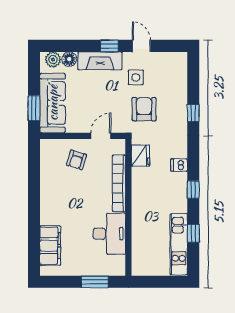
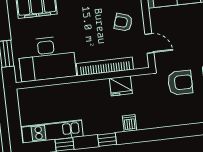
window: (193, 113) -> (182, 131), removed
fridge: (141, 156) -> (121, 86), moved
desk: (109, 234) -> (47, 59), width x1.36, depth x1.30

